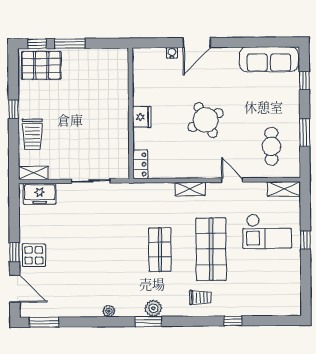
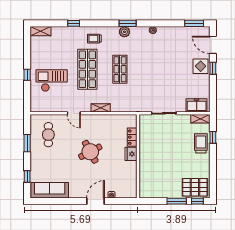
window: (13, 109) -> (213, 137), moved
locker: (140, 164) -> (132, 137), moved
shelving: (284, 189) -> (41, 31), moved

